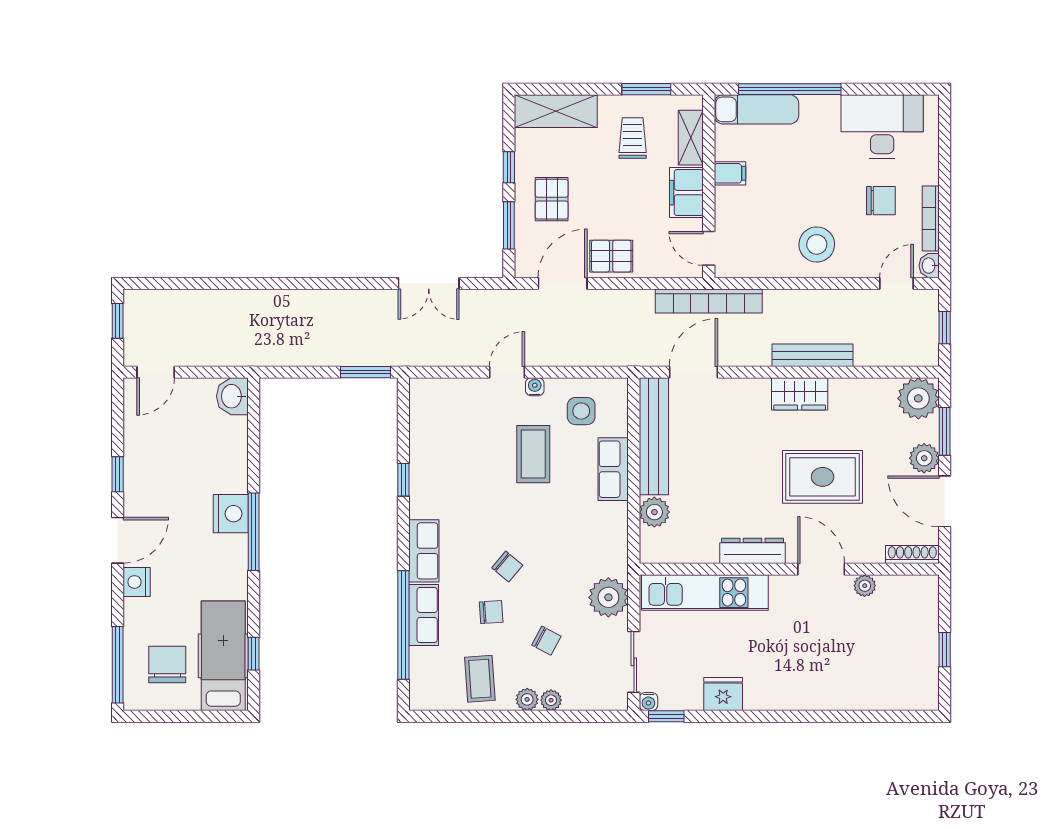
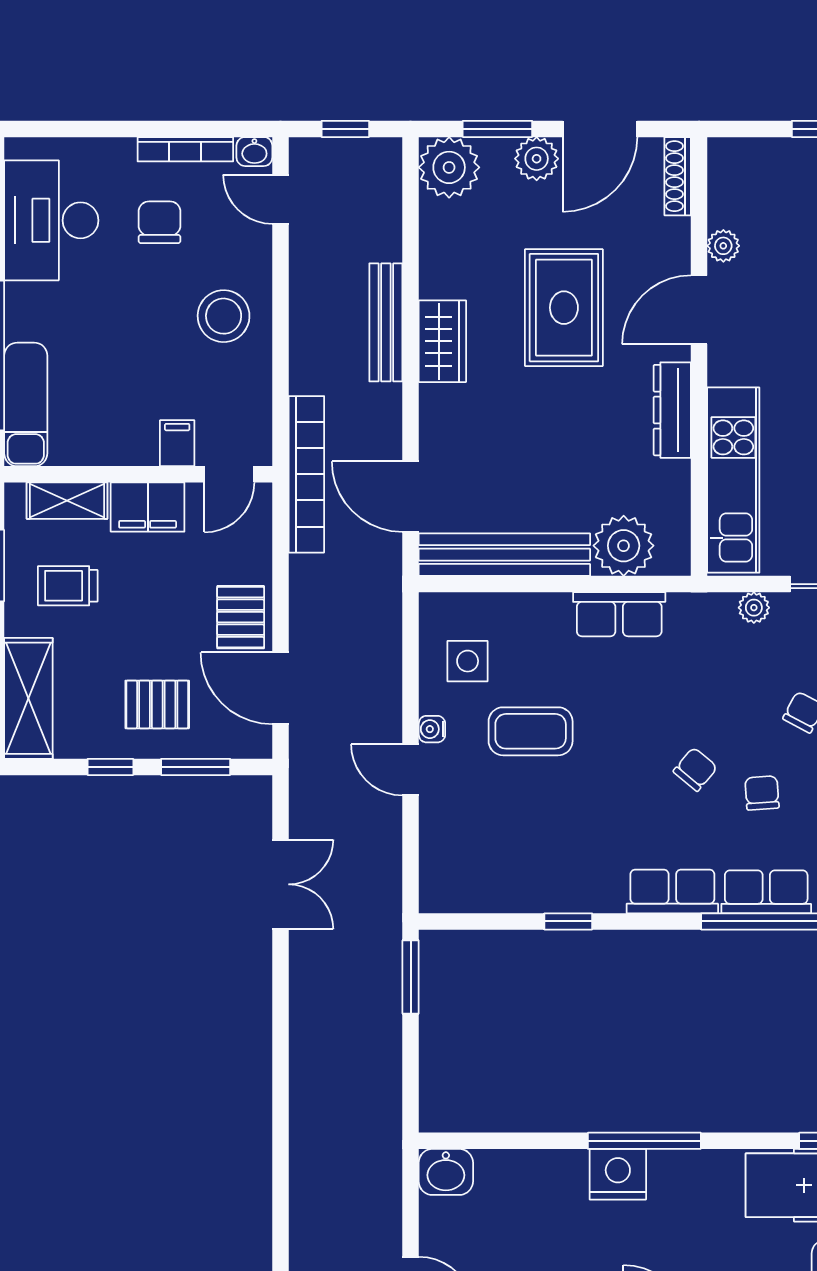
filing cabinet: (730, 173) -> (177, 443), moved
row of seats: (613, 469) -> (619, 614), moved
plant: (654, 512) -> (624, 546), width x1.36, depth x1.36
plant: (608, 597) -> (754, 608), width x0.53, depth x0.53

